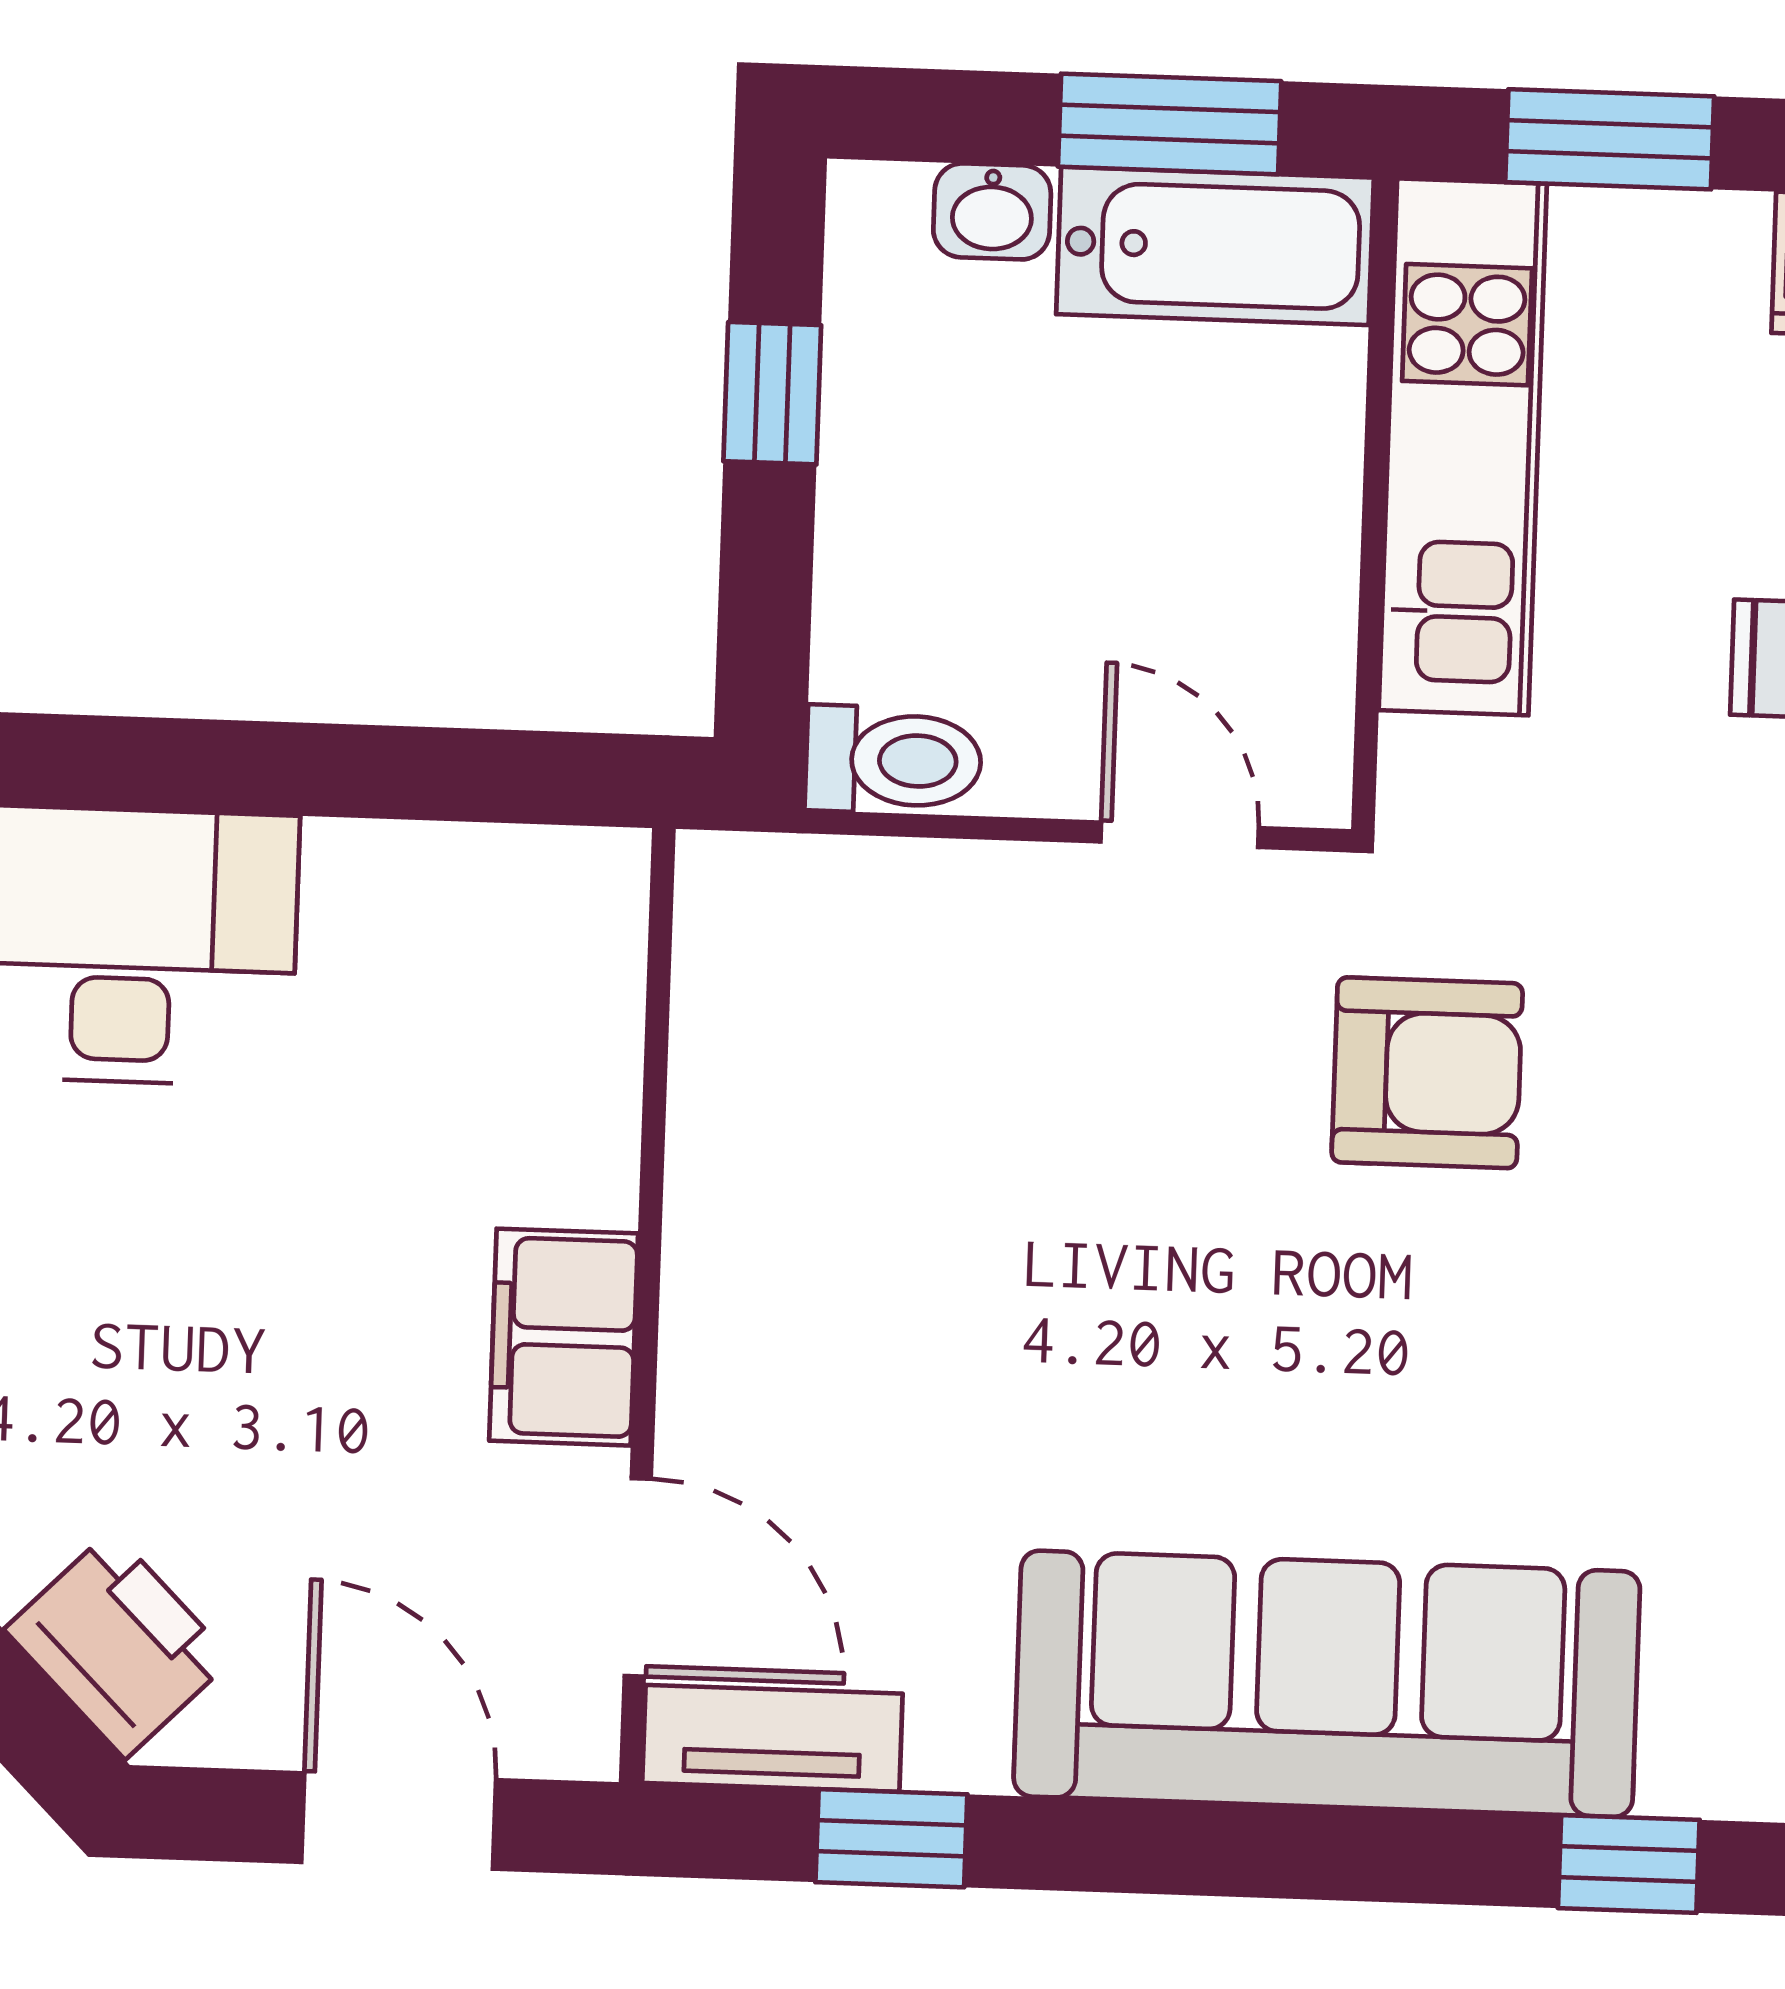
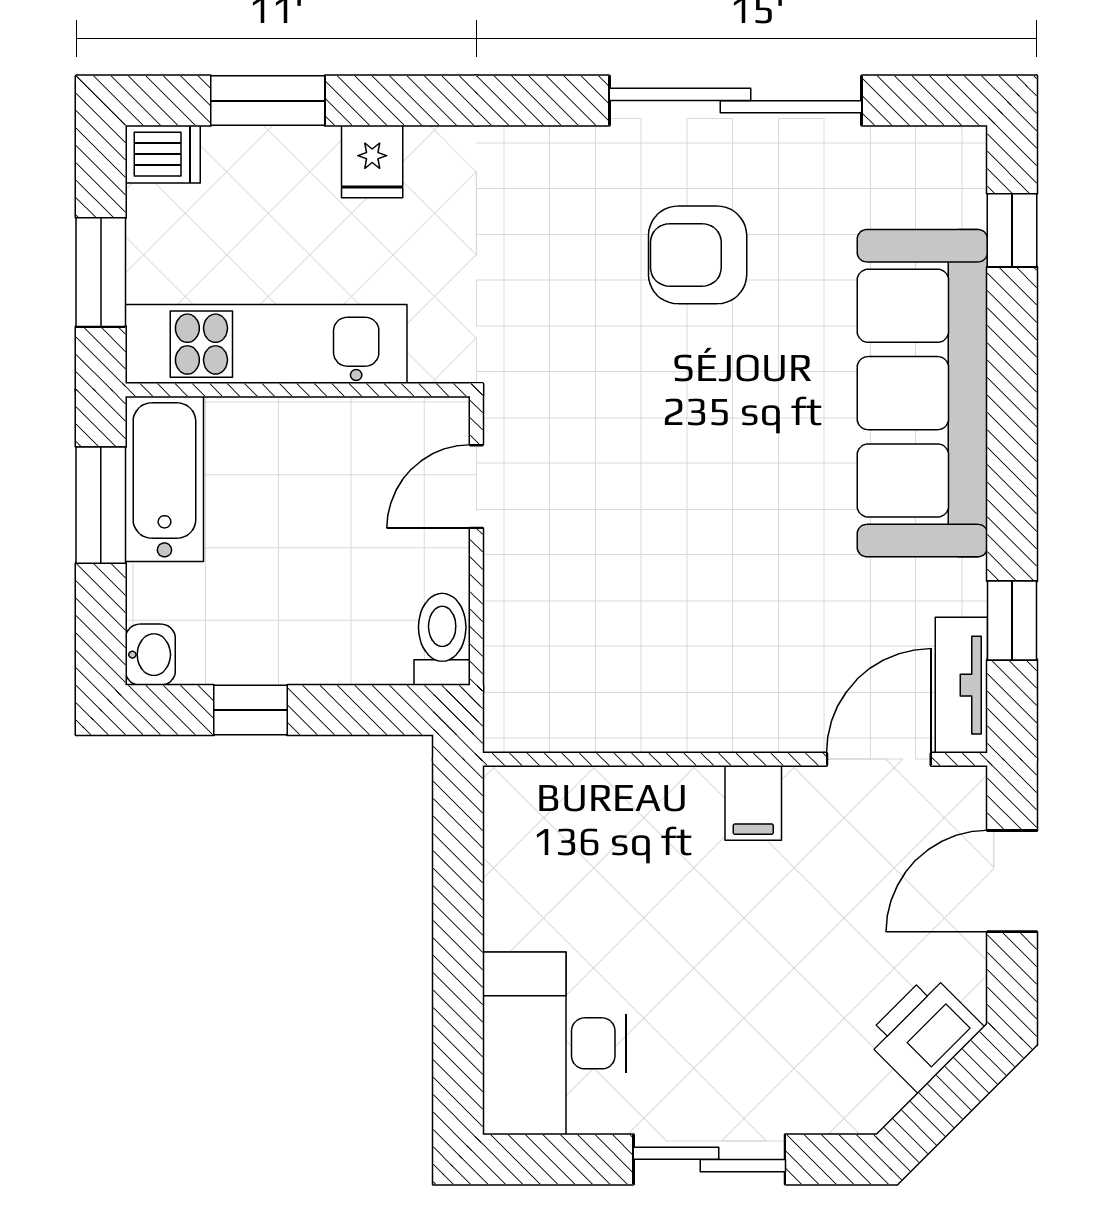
washbasin: (992, 211) -> (150, 655), moved
armchair: (1427, 1073) -> (698, 255), moved, turned -90
filing cabinet: (564, 1337) -> (753, 803), width x0.50

